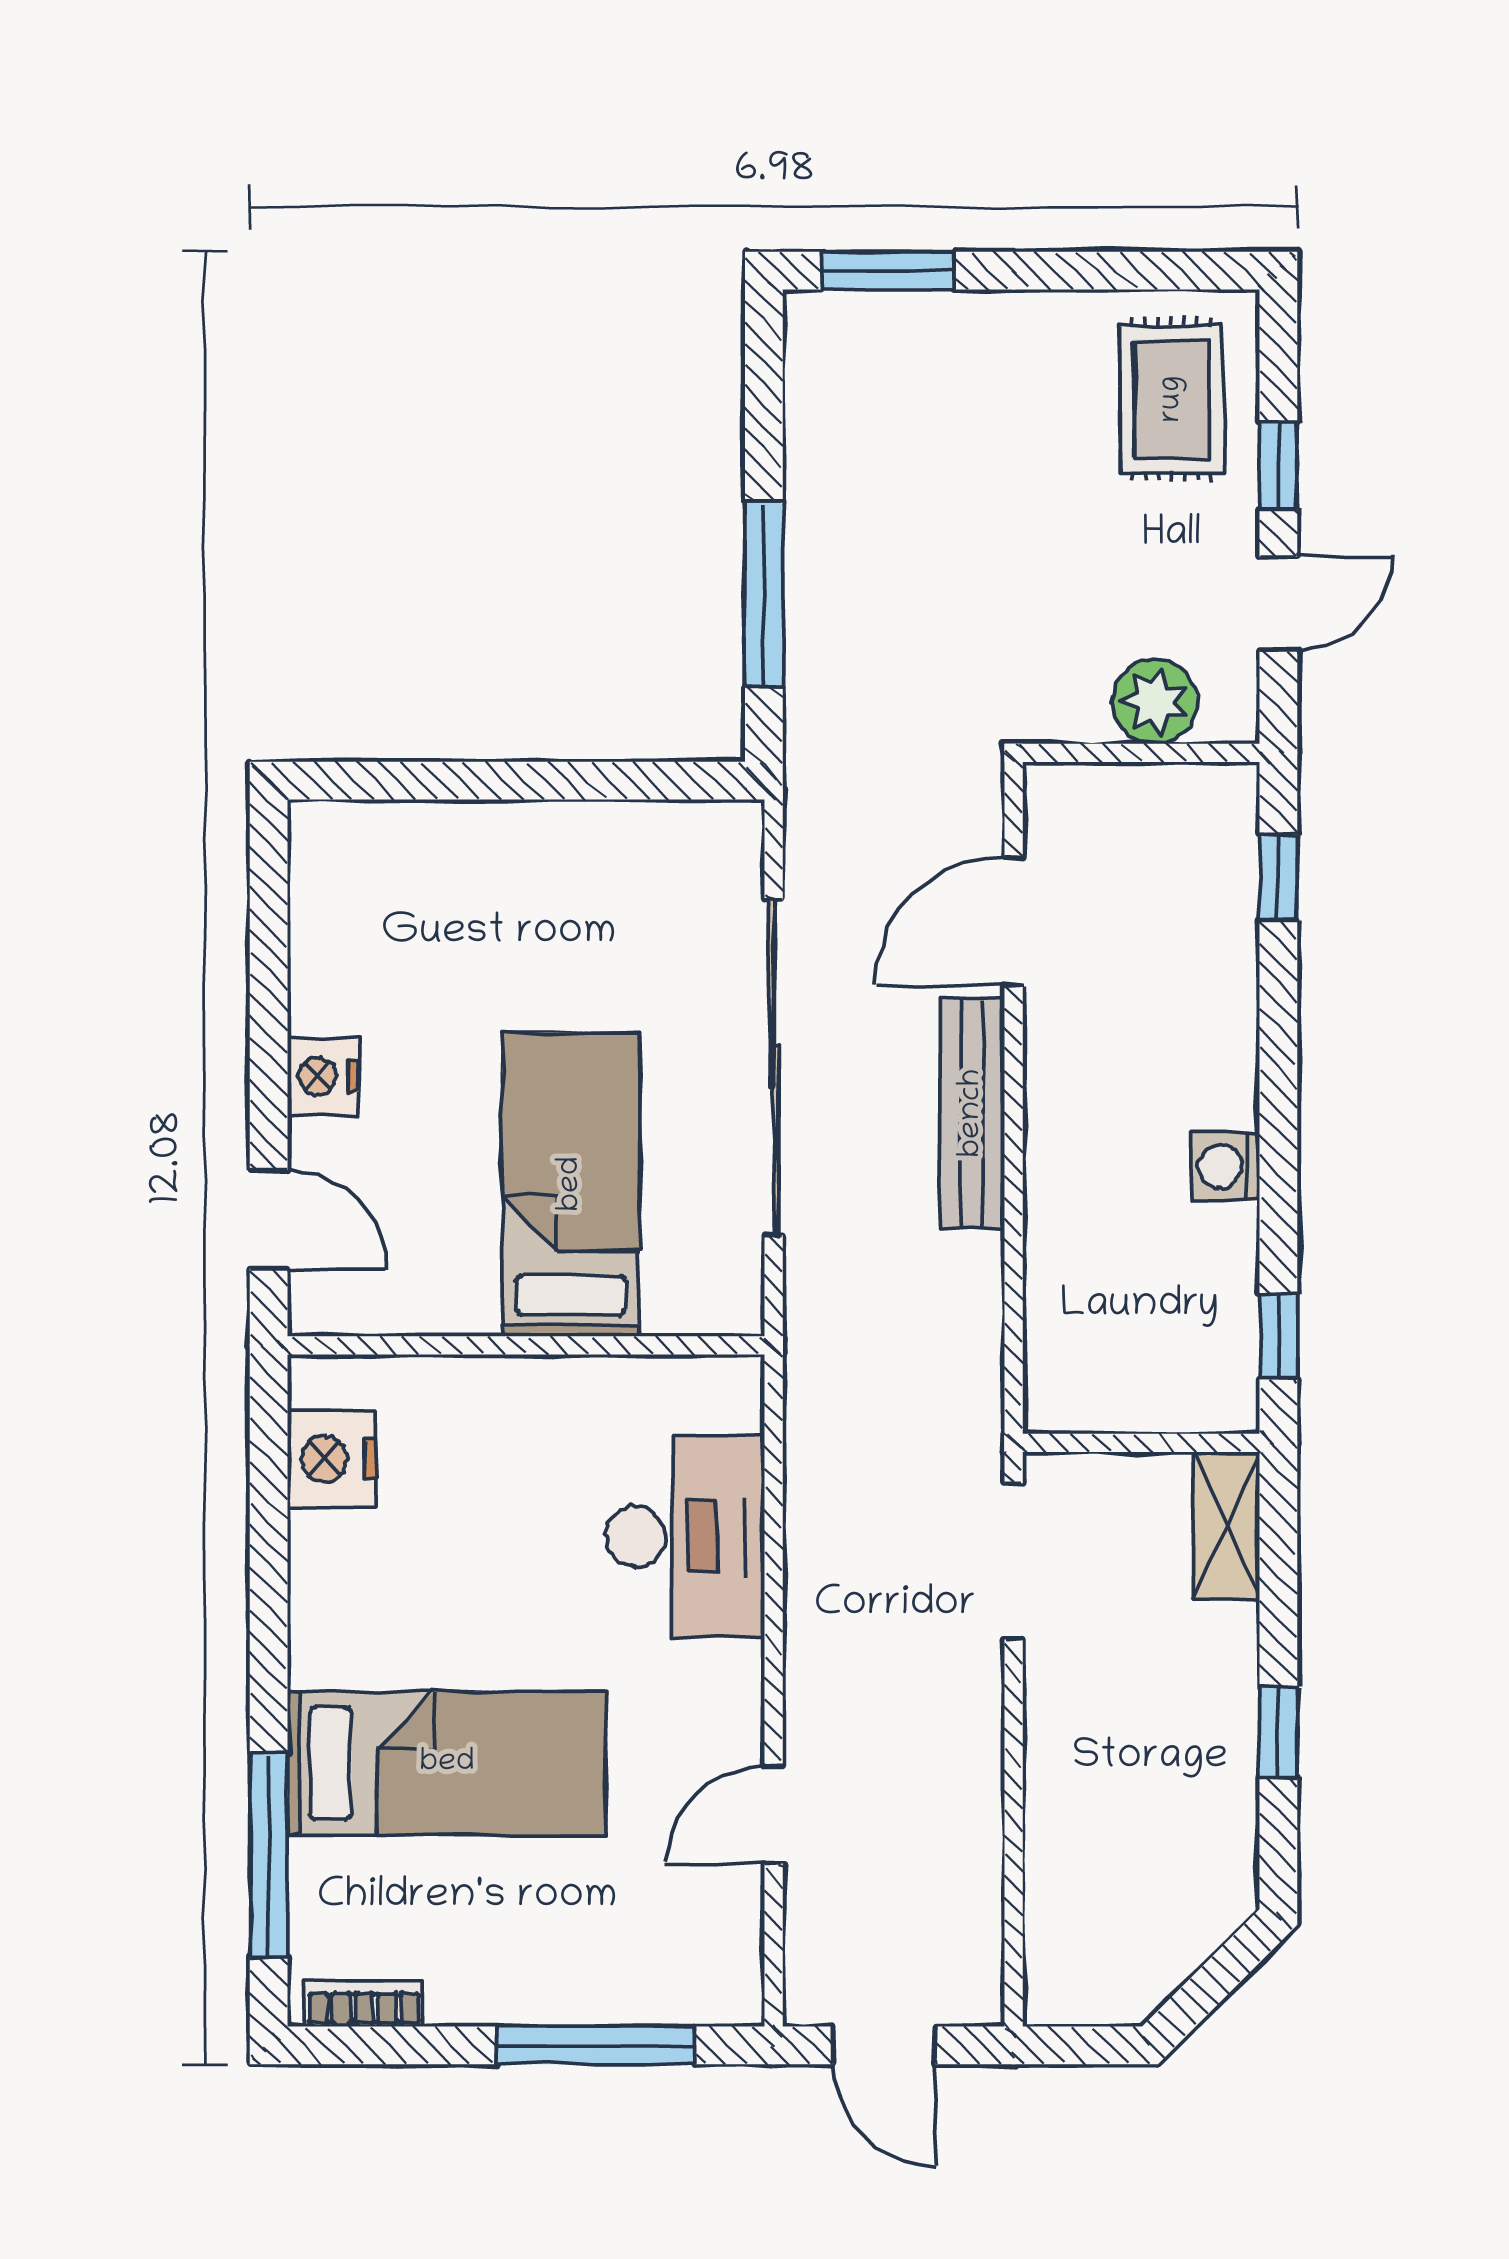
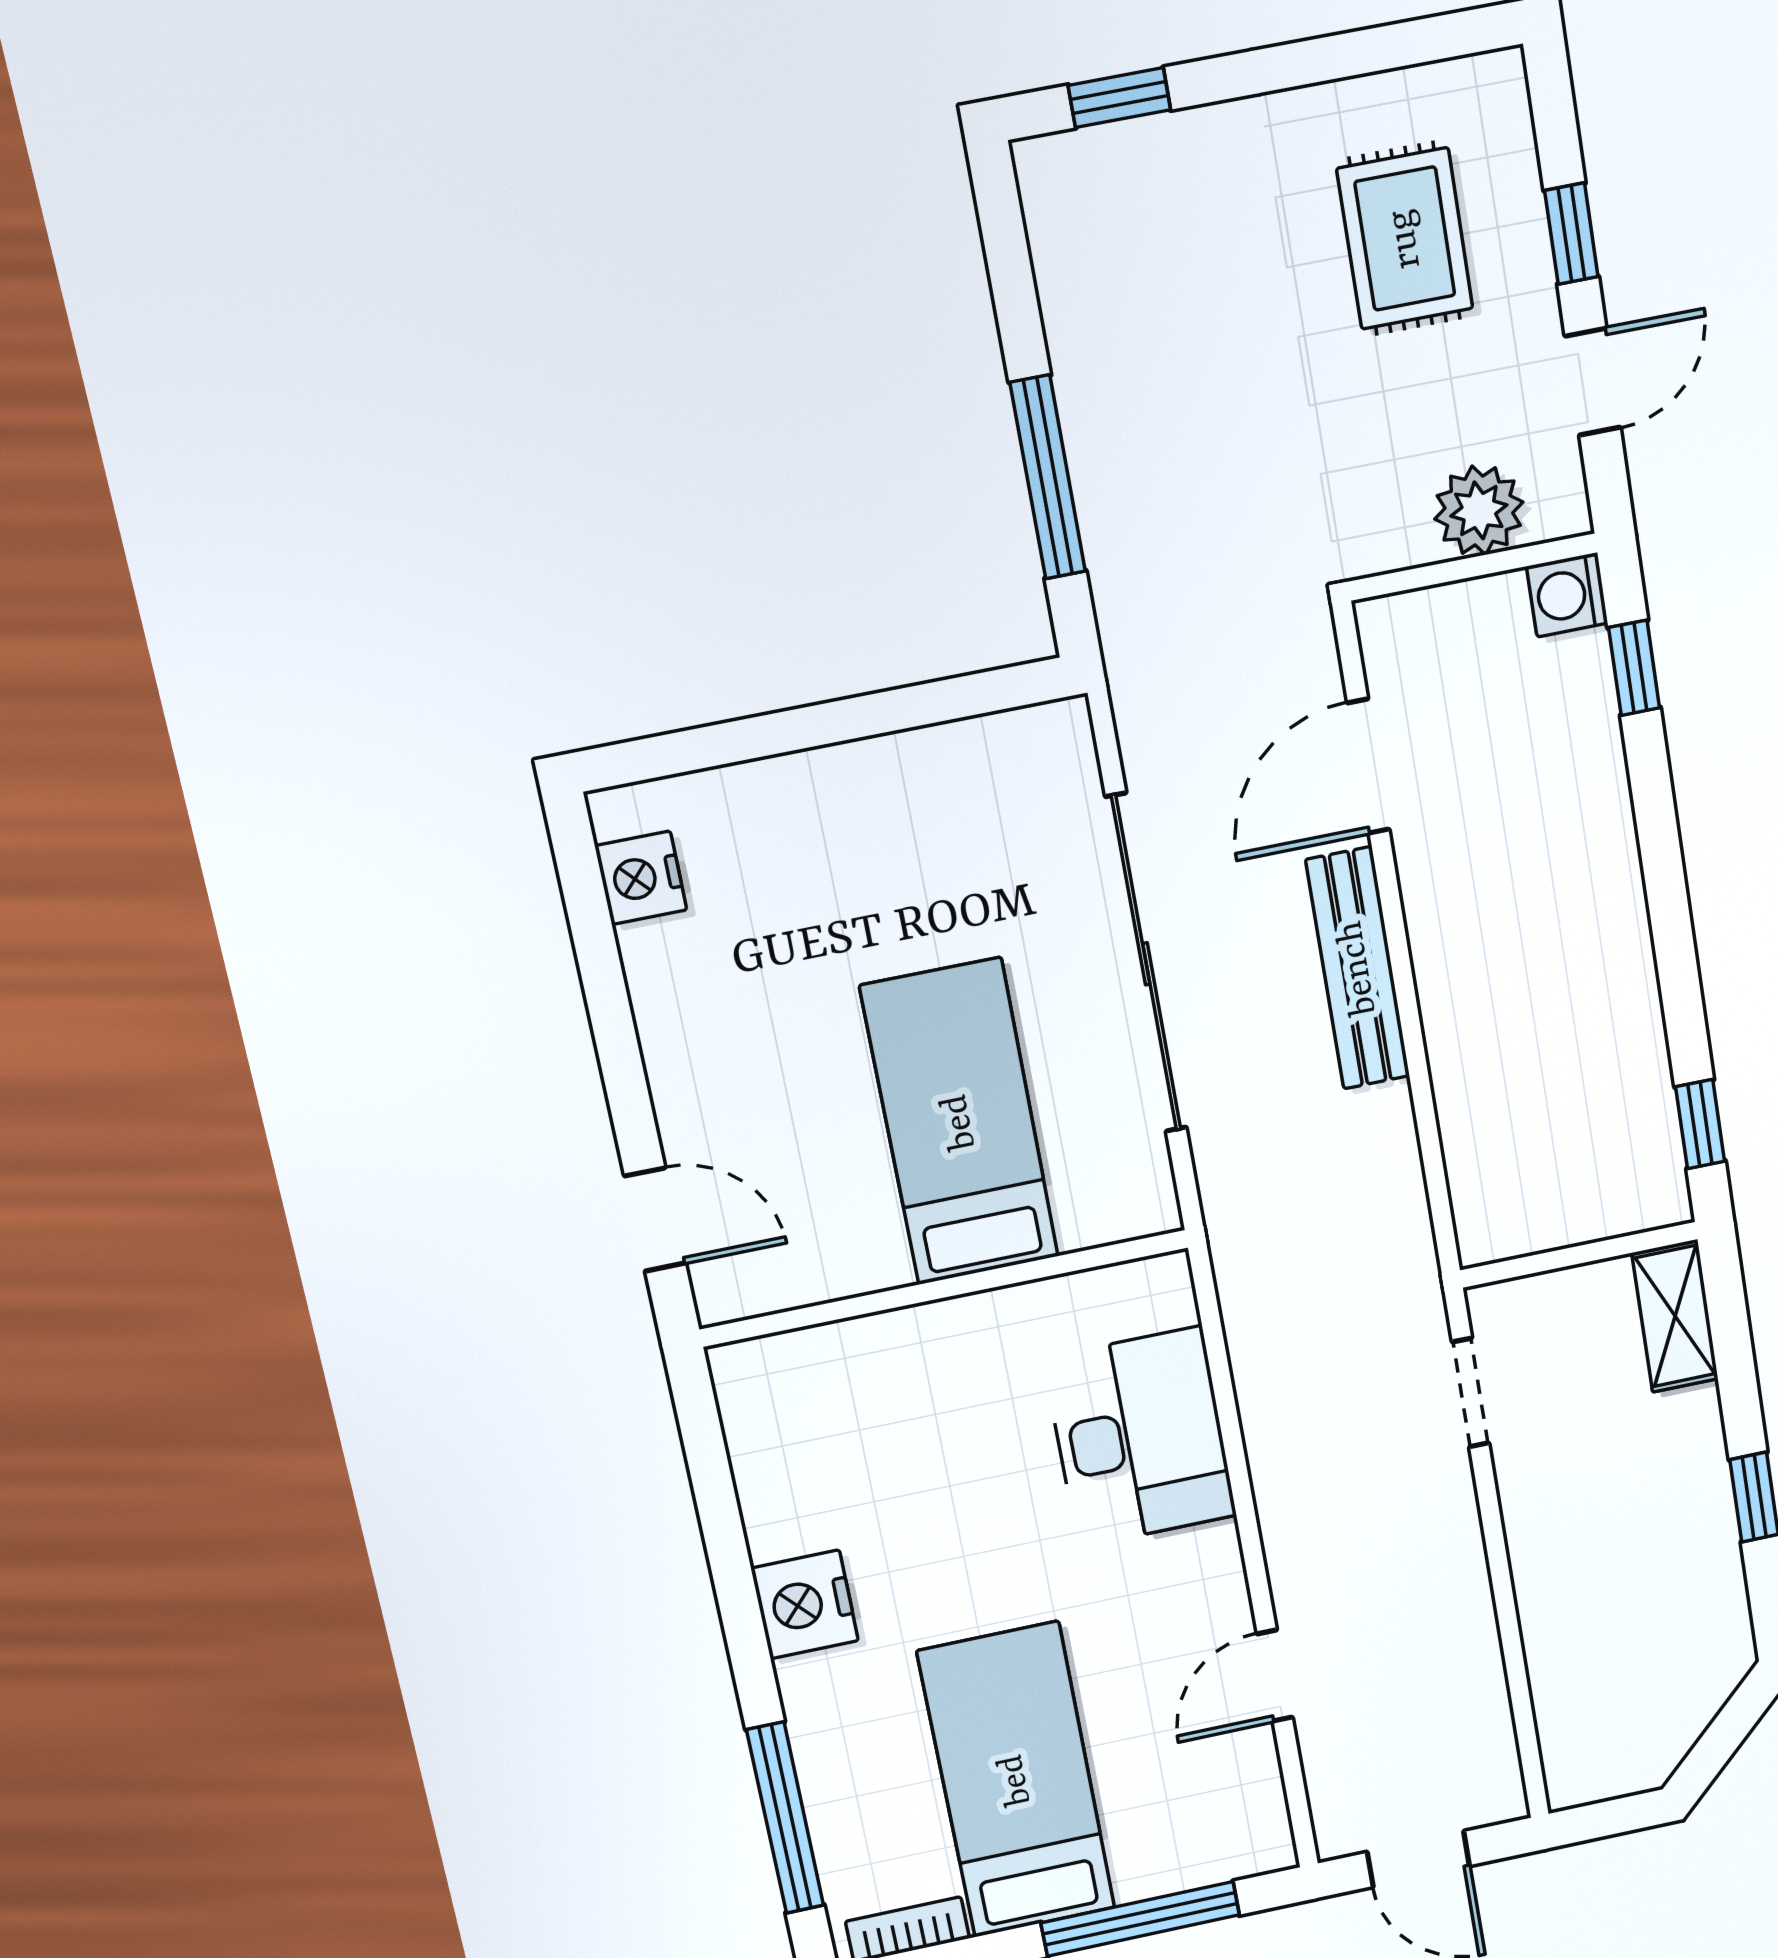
window: (888, 271) -> (1119, 98), width x0.67
rug: (1172, 399) -> (1405, 239), moved
nightstand: (323, 1076) -> (641, 878), moved
washing machine: (1225, 1166) -> (1567, 595), moved
nightstand: (331, 1459) -> (805, 1604), moved
doorway: (1014, 1561) -> (1471, 1393), width x0.73
bed: (447, 1763) -> (1016, 1780), moved, turned -90

